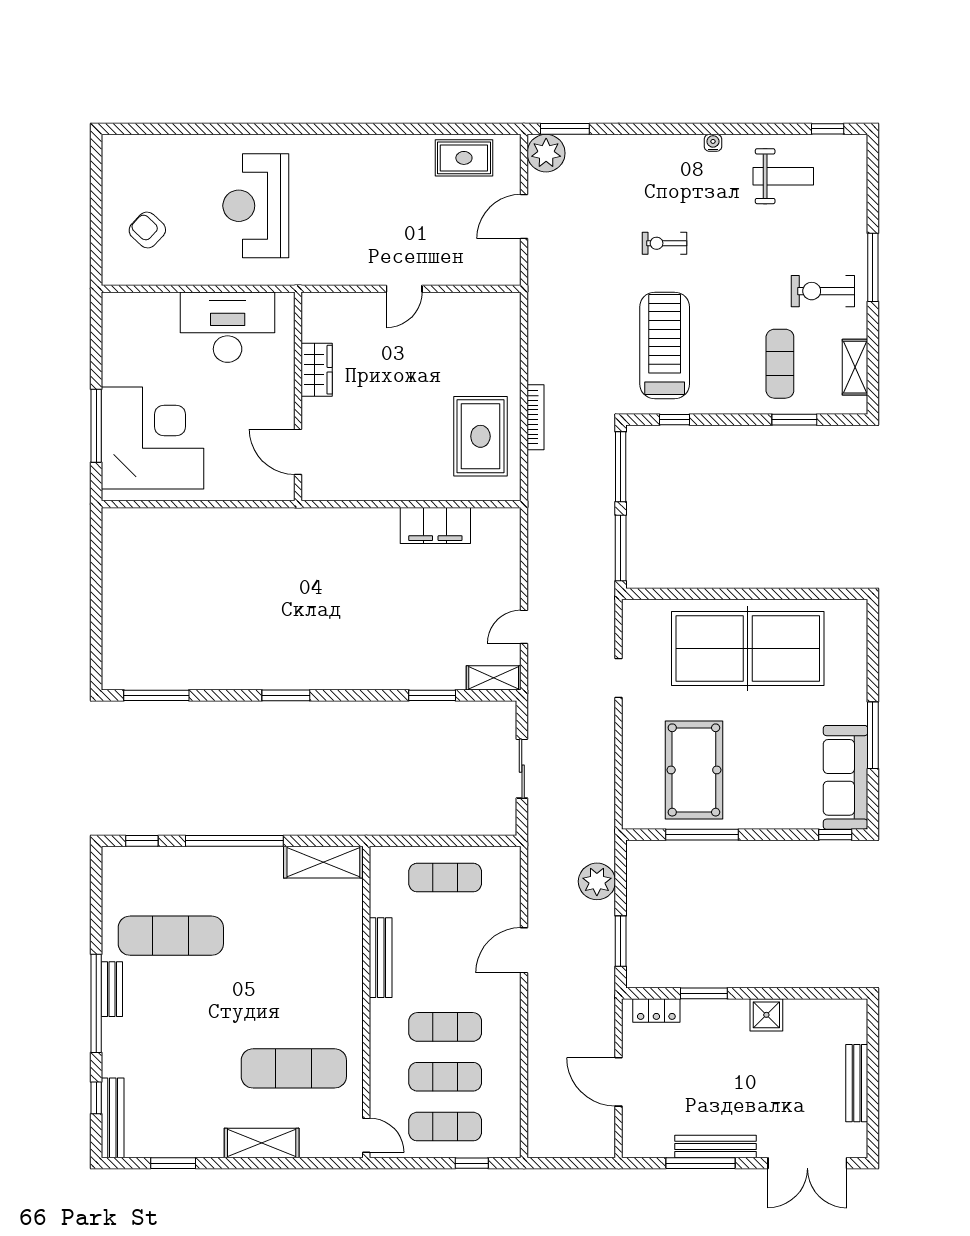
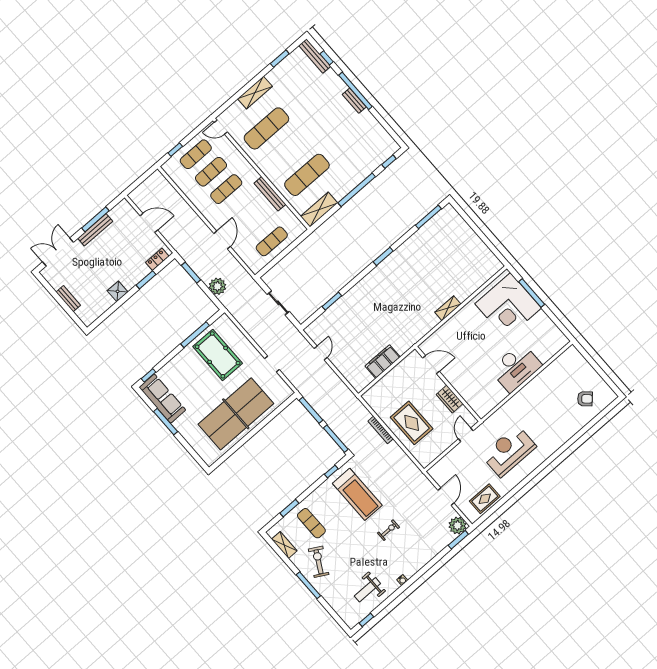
reception desk: (256, 206) -> (509, 451), moved, turned -90
armchair: (147, 230) -> (585, 399), moved
exercise bike: (823, 291) -> (319, 562), turned -61
wardrobe: (317, 370) -> (450, 399), moved
wall: (298, 396) -> (448, 384), moved
rug: (480, 436) -> (412, 423), moved
door: (298, 452) -> (431, 365), moved
shelving: (494, 678) -> (448, 308), moved
exercise mat: (171, 936) -> (307, 175), moved
bench: (857, 1083) -> (68, 299), width x0.73

